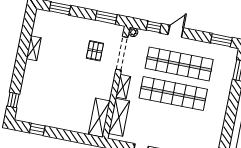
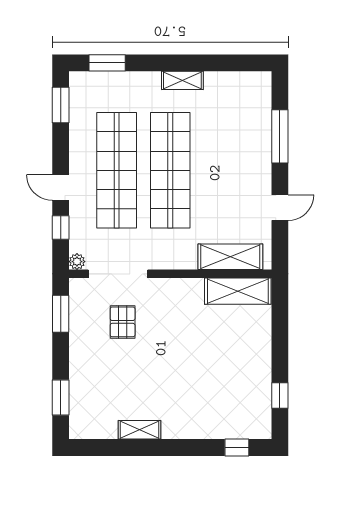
pallet: (95, 51) -> (123, 322), turned 90
shelving: (123, 87) -> (182, 80), moved

